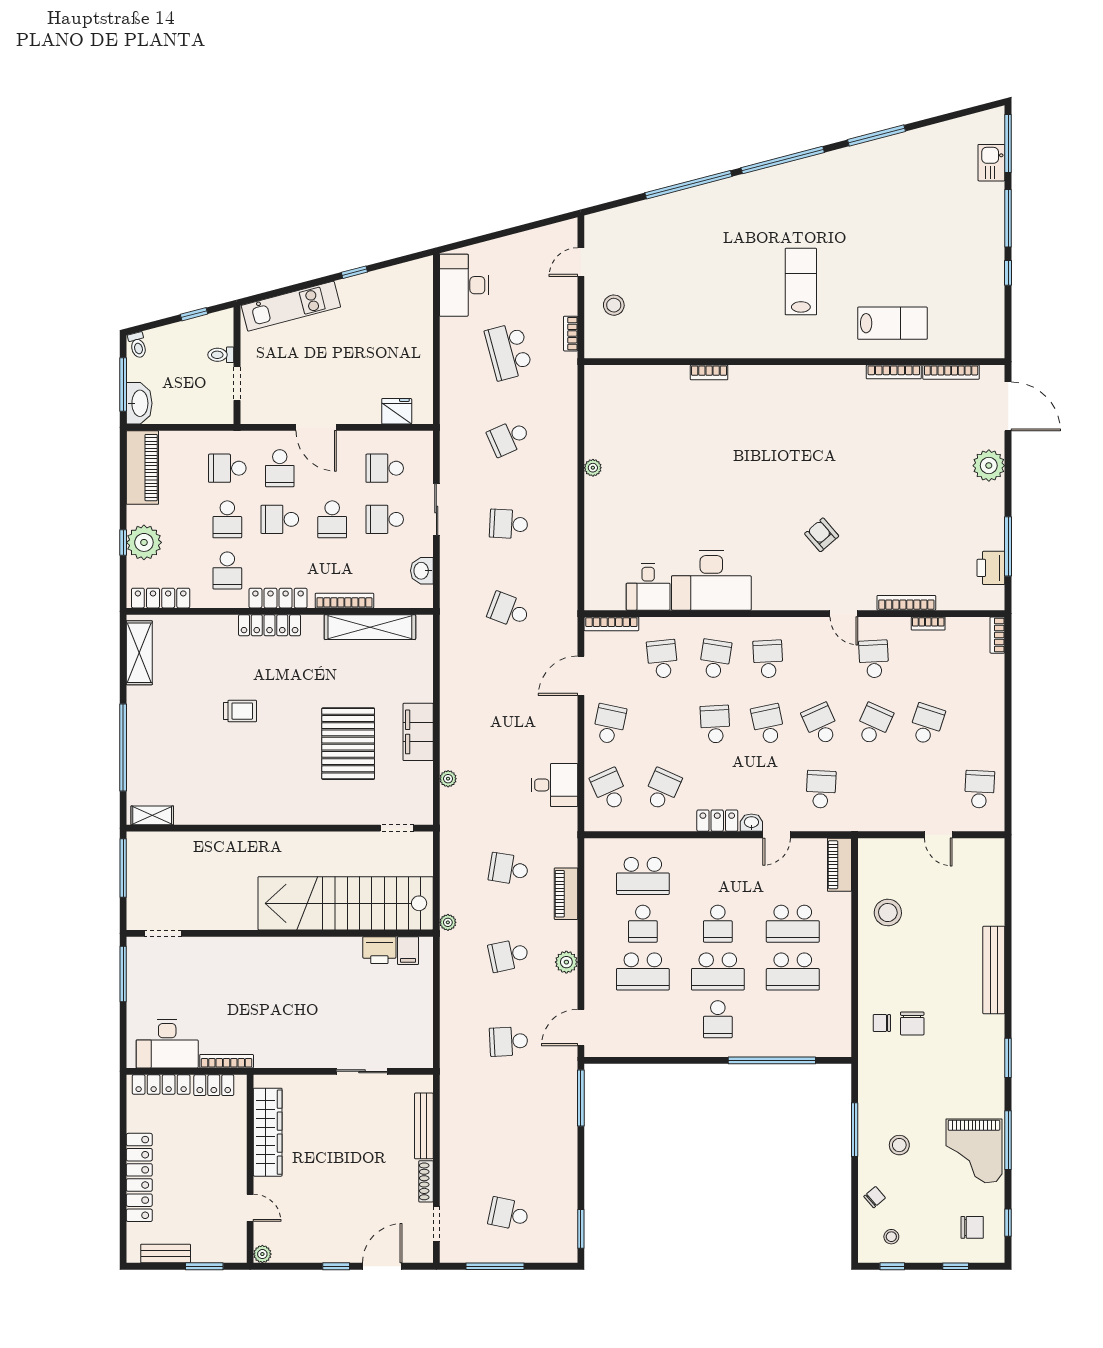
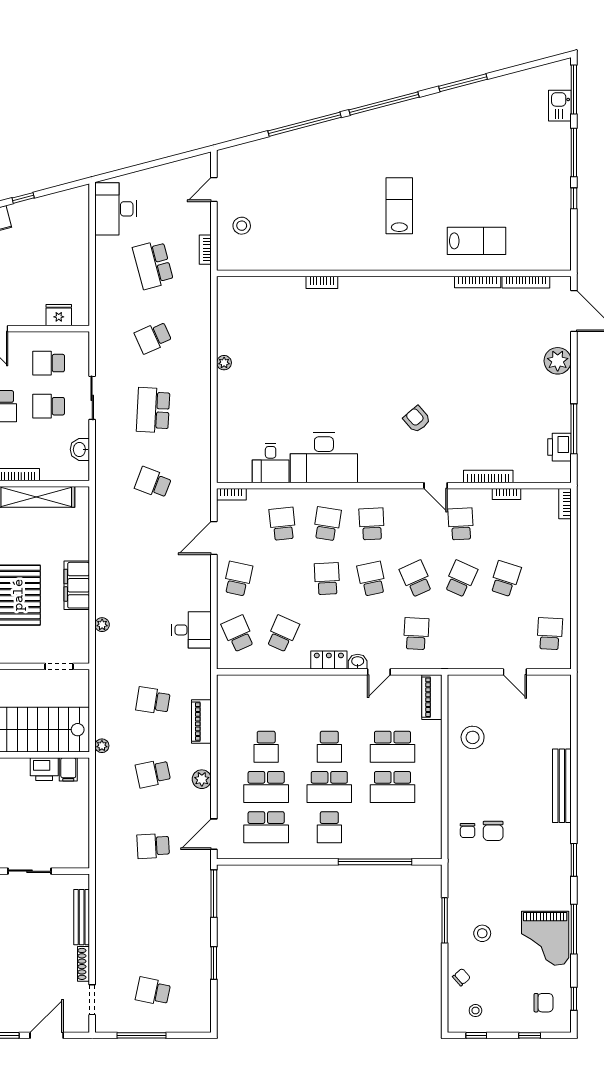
school desk: (509, 524) -> (153, 410), width x1.85
bookcase: (611, 624) -> (231, 494), width x0.64
school desk: (643, 876) -> (266, 827), moved
chair: (882, 1023) -> (468, 830), turned -90
window: (581, 1229) -> (214, 963), moved

